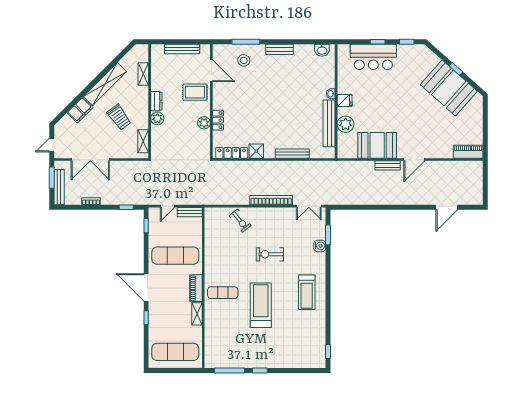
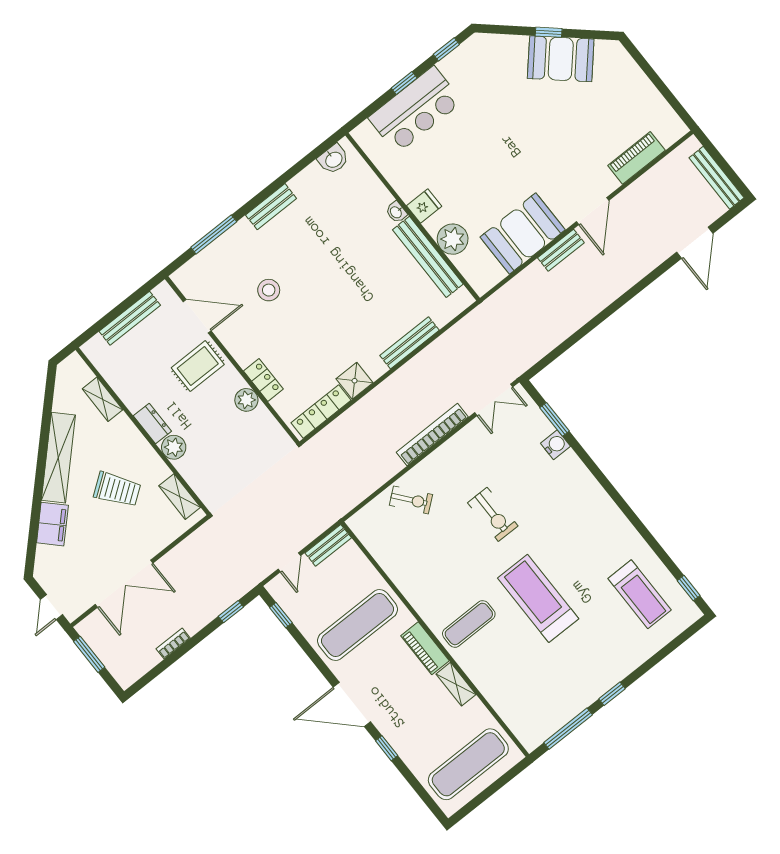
stool: (244, 60) -> (269, 290), moved
booth: (449, 88) -> (561, 59), width x0.73, depth x0.70
piano: (468, 152) -> (636, 158), moved
bench: (59, 187) -> (717, 178), moved
exercise bike: (270, 254) -> (493, 514), turned -90
treadmill: (307, 292) -> (640, 594), moved

